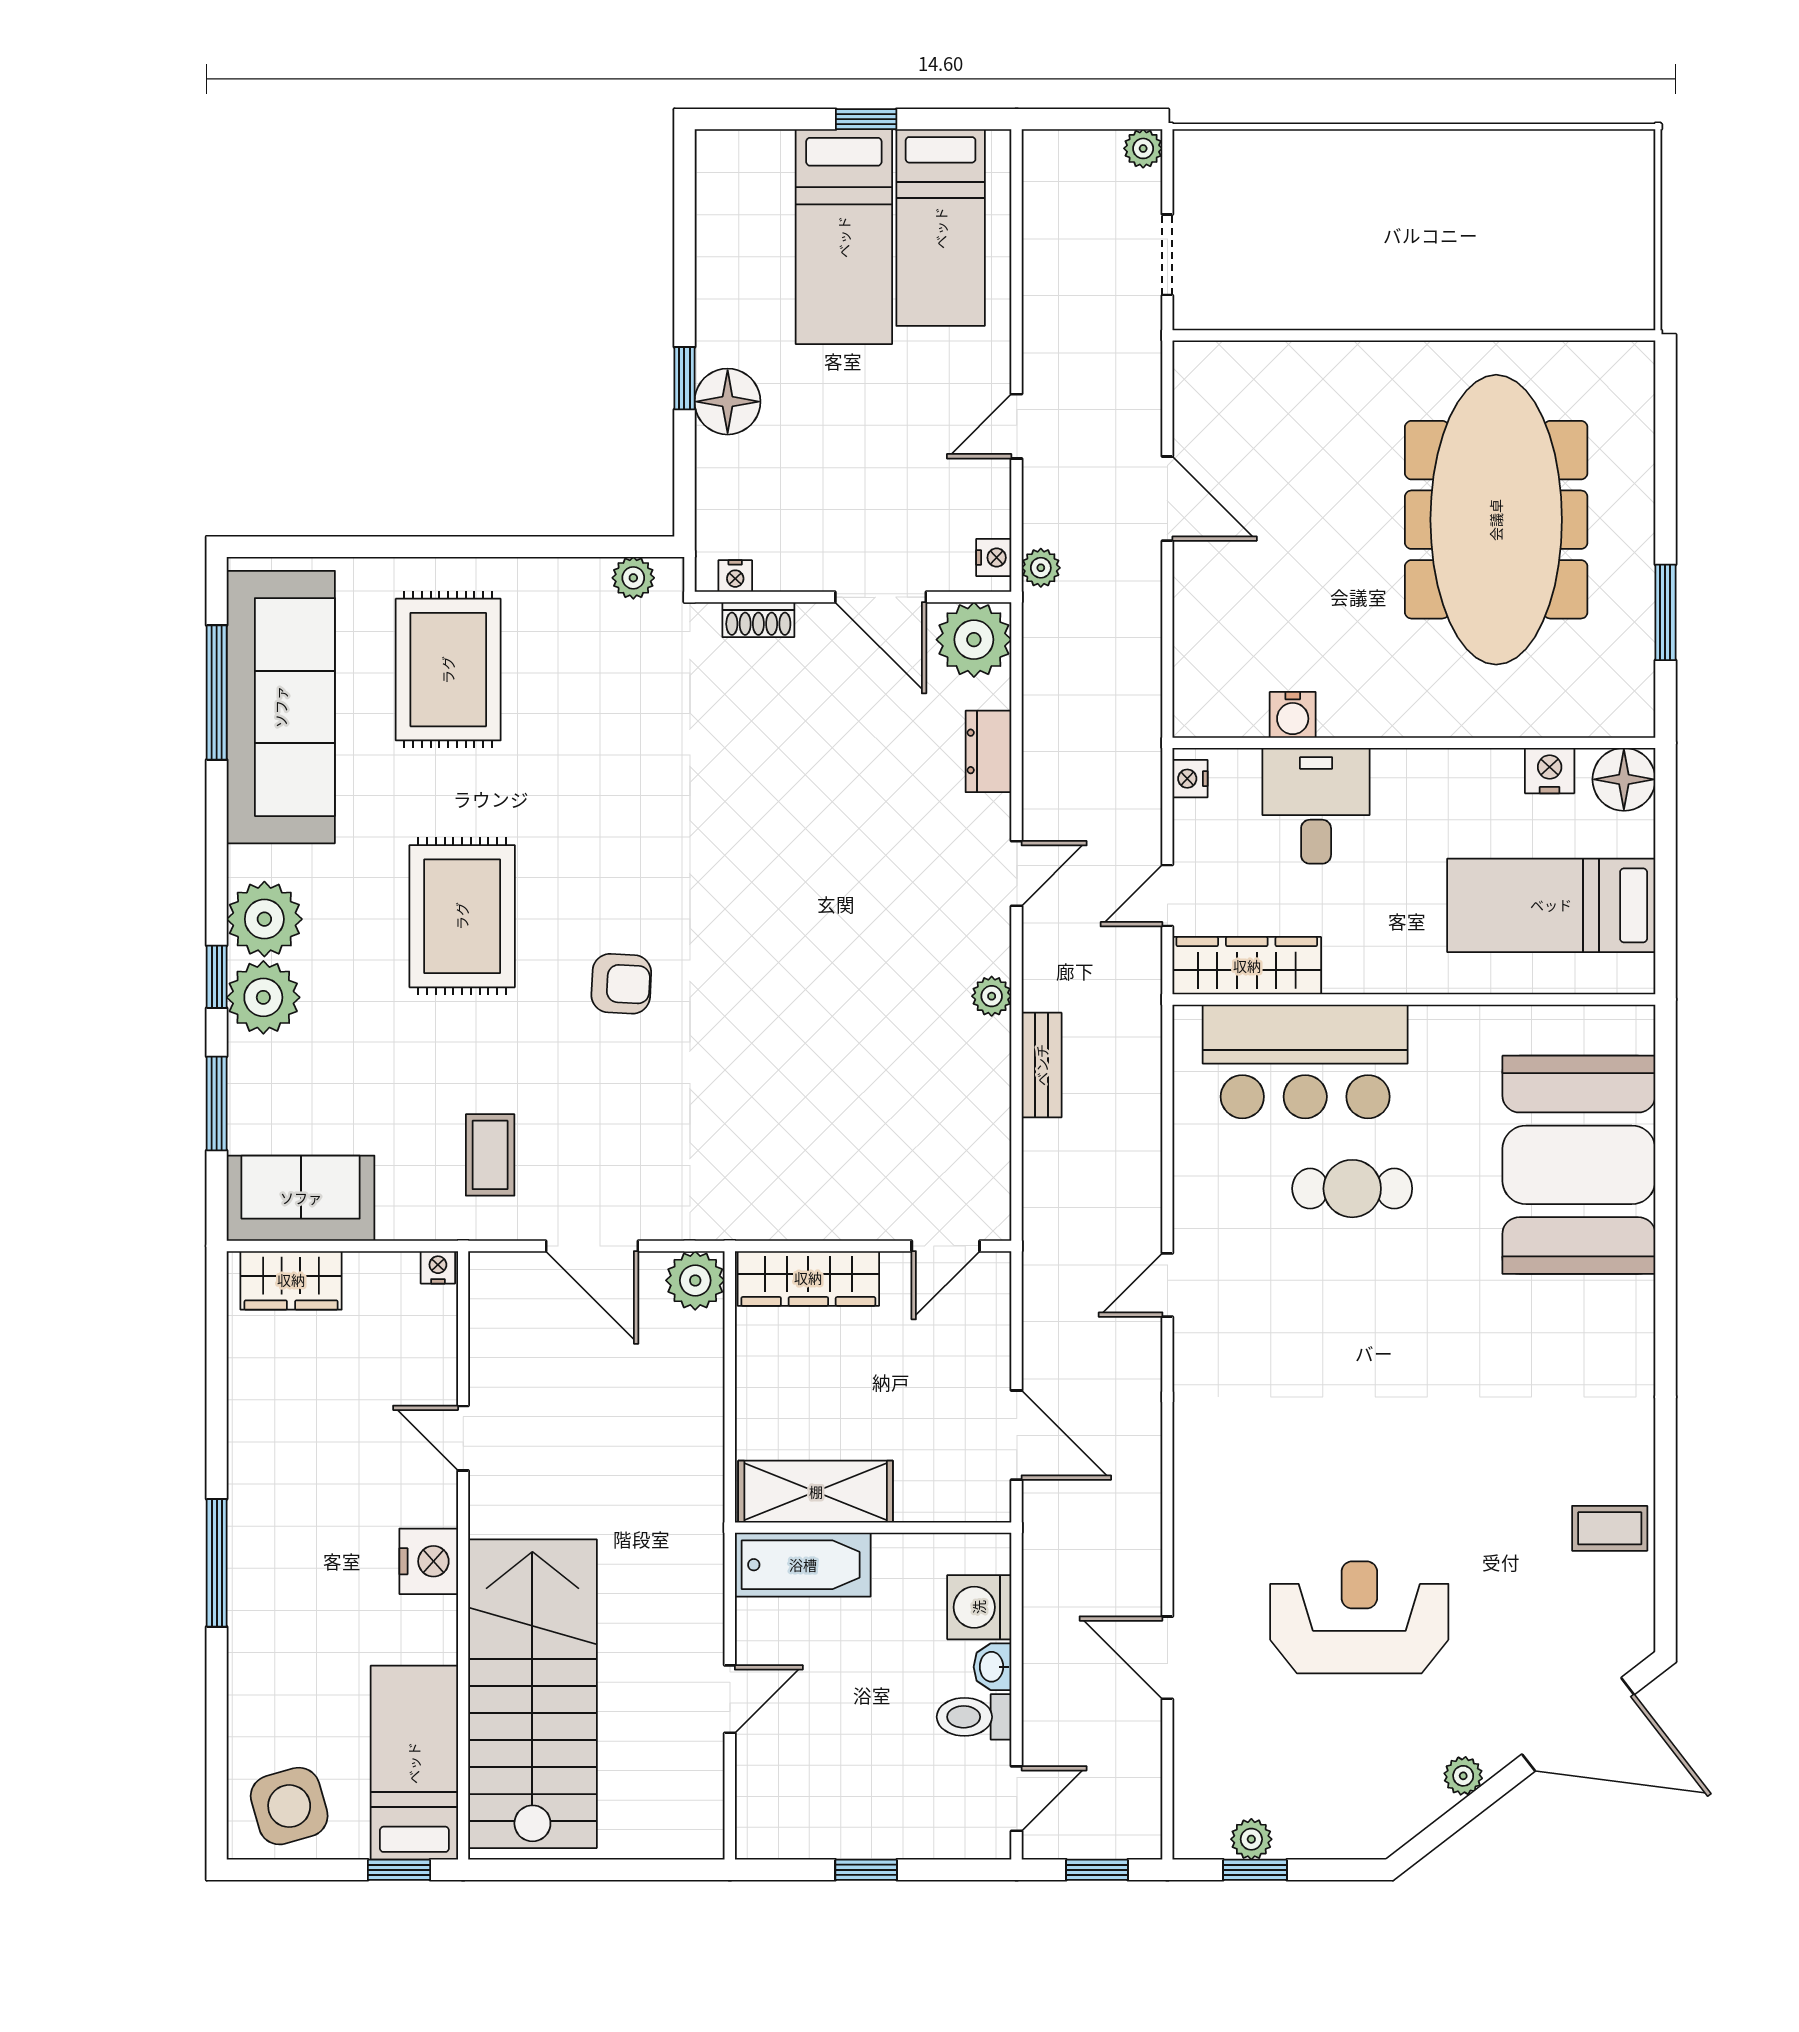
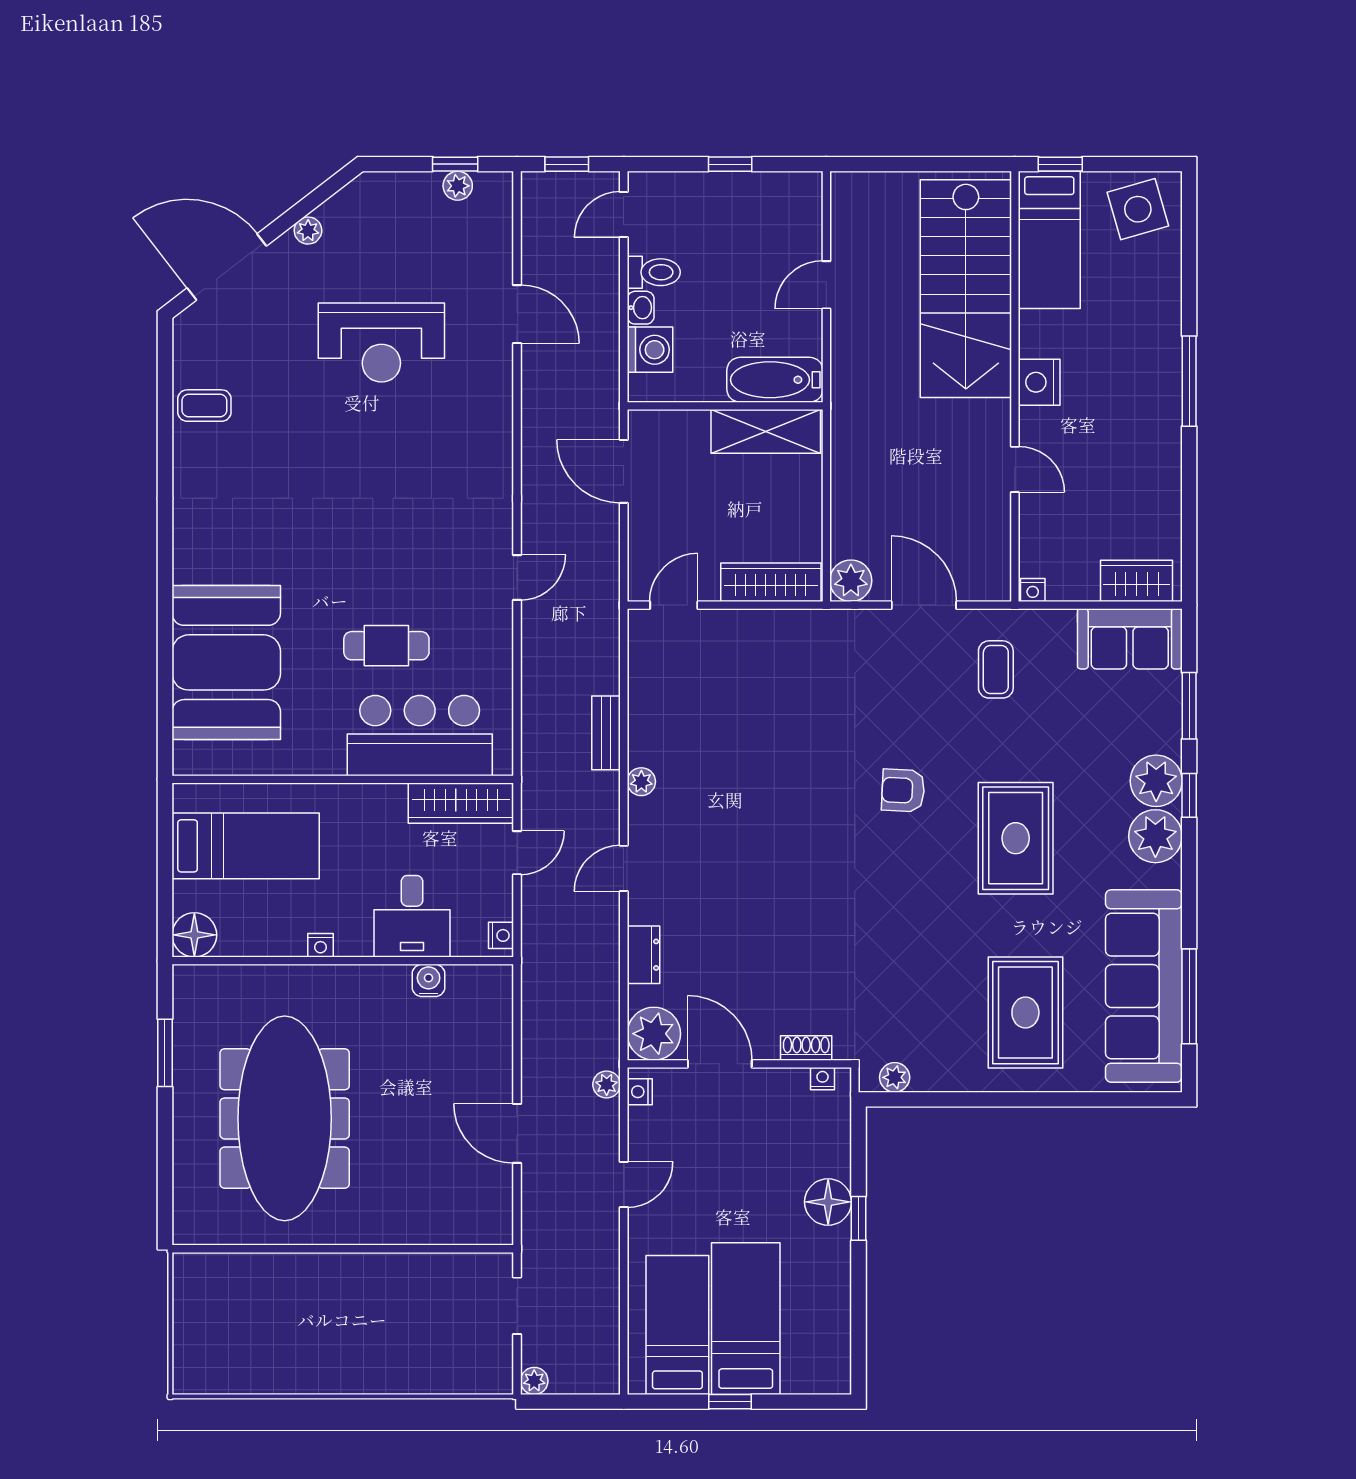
nightstand: (1550, 771) -> (320, 945), moved, width x0.72, depth x0.74

